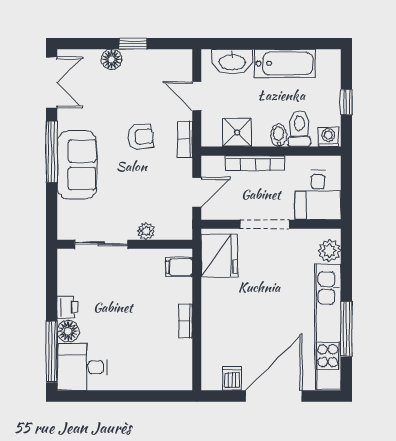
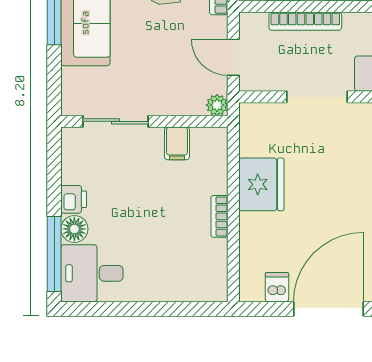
door: (197, 192) -> (233, 57), swing flipped
plant: (146, 231) -> (217, 105), moved
fridge: (219, 256) -> (261, 184), moved
filing cabinet: (179, 267) -> (177, 143), moved, turned -90

